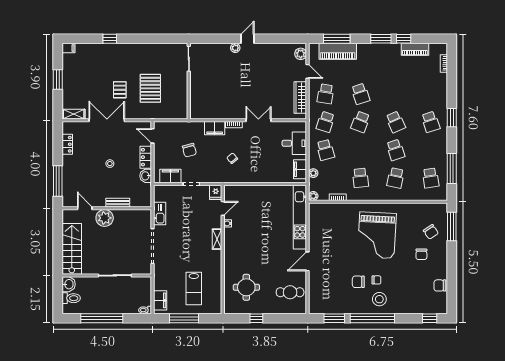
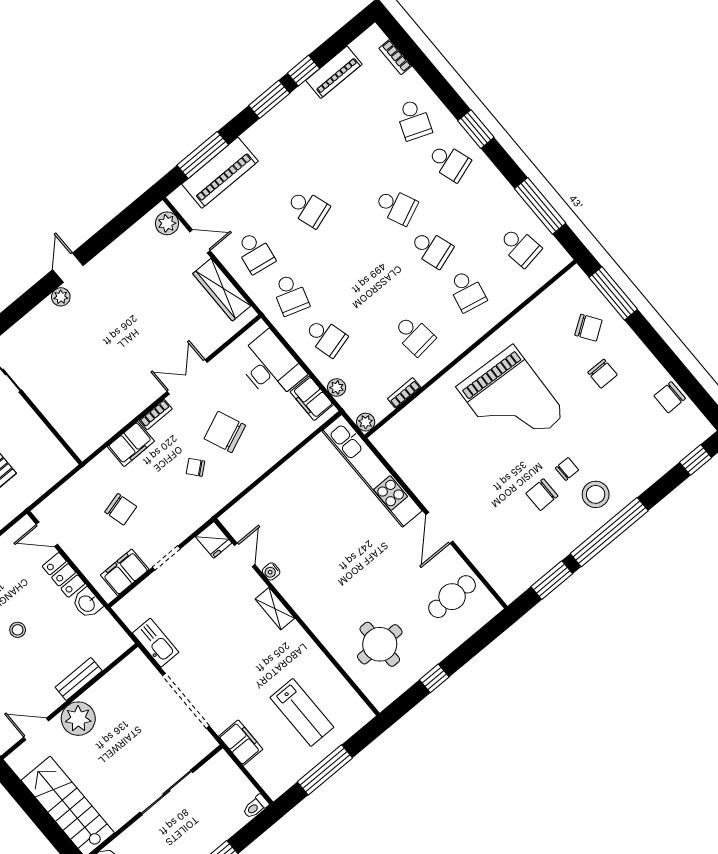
school desk: (361, 122) -> (414, 120), moved
desk: (294, 143) -> (270, 366), width x1.37
chair: (255, 154) -> (225, 432), added
filing cabinet: (160, 300) -> (241, 743), moved

